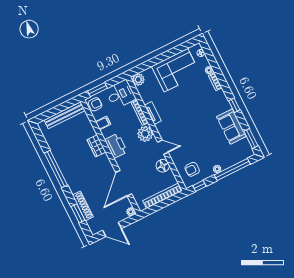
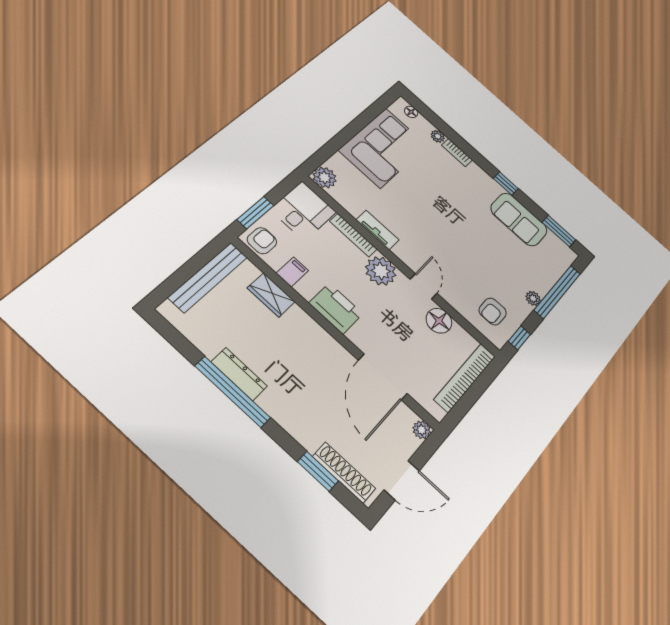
wardrobe: (96, 146) -> (271, 295), moved
door: (163, 147) -> (423, 286), hinge flipped
dresser: (61, 162) -> (239, 374), added
shoe rack: (83, 206) -> (344, 473), moved

